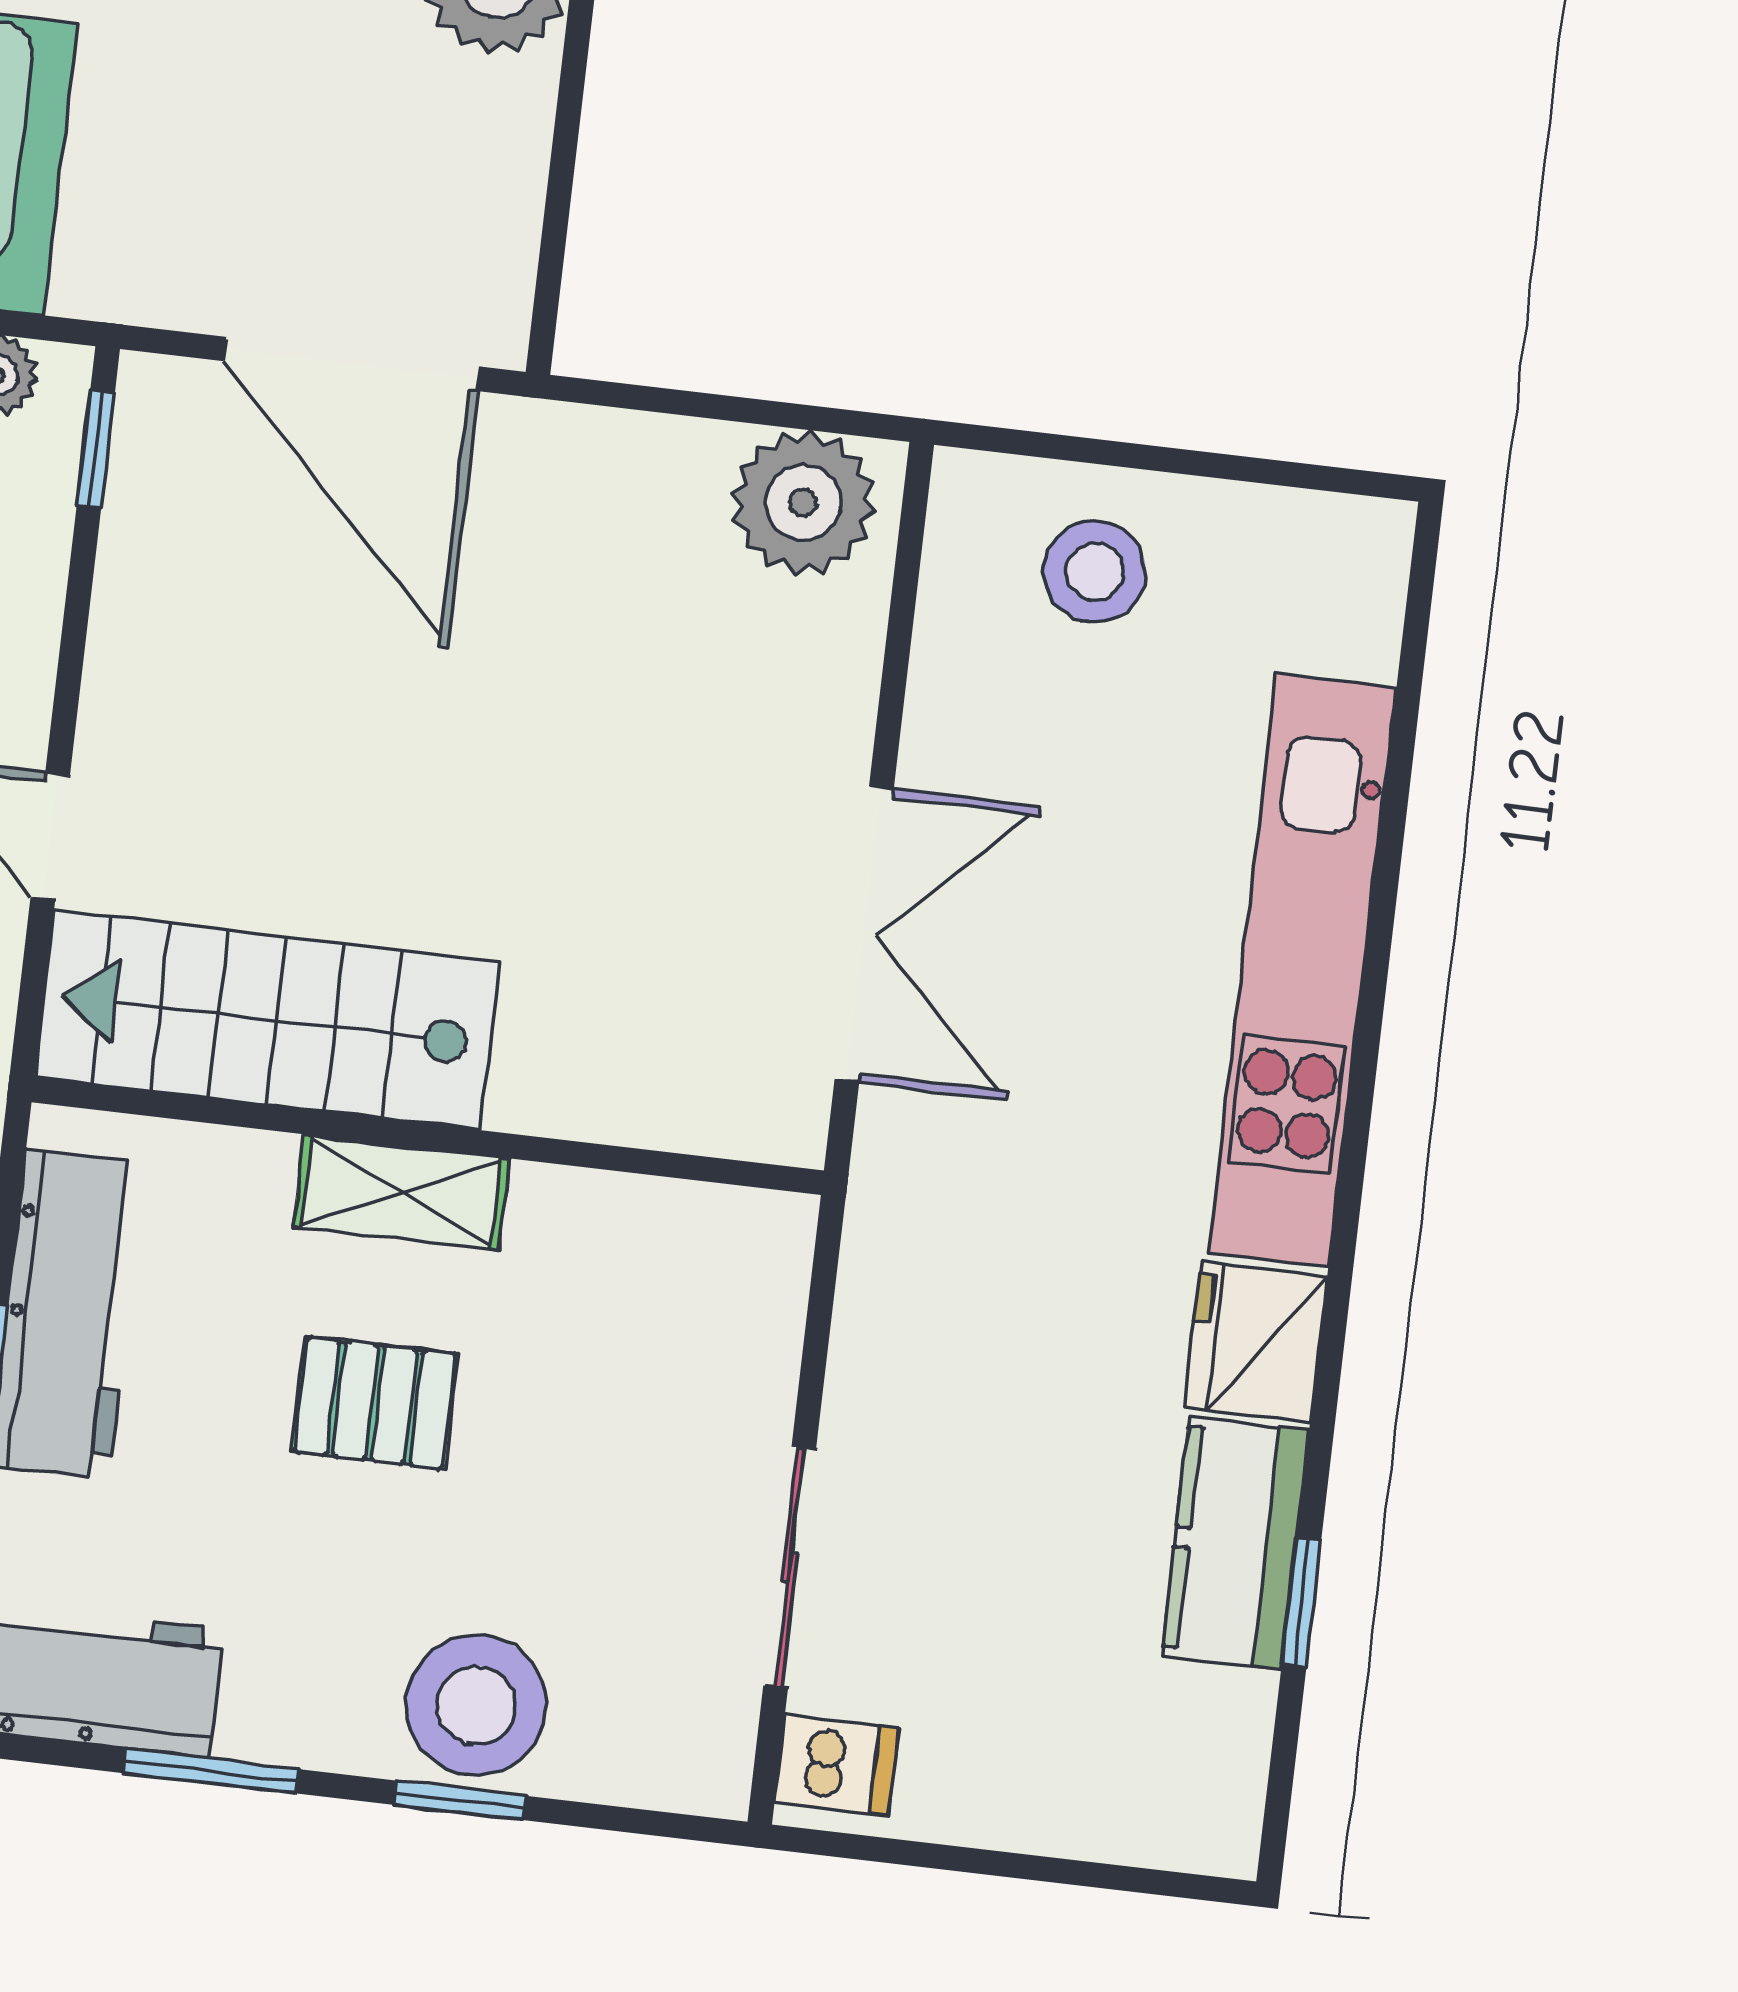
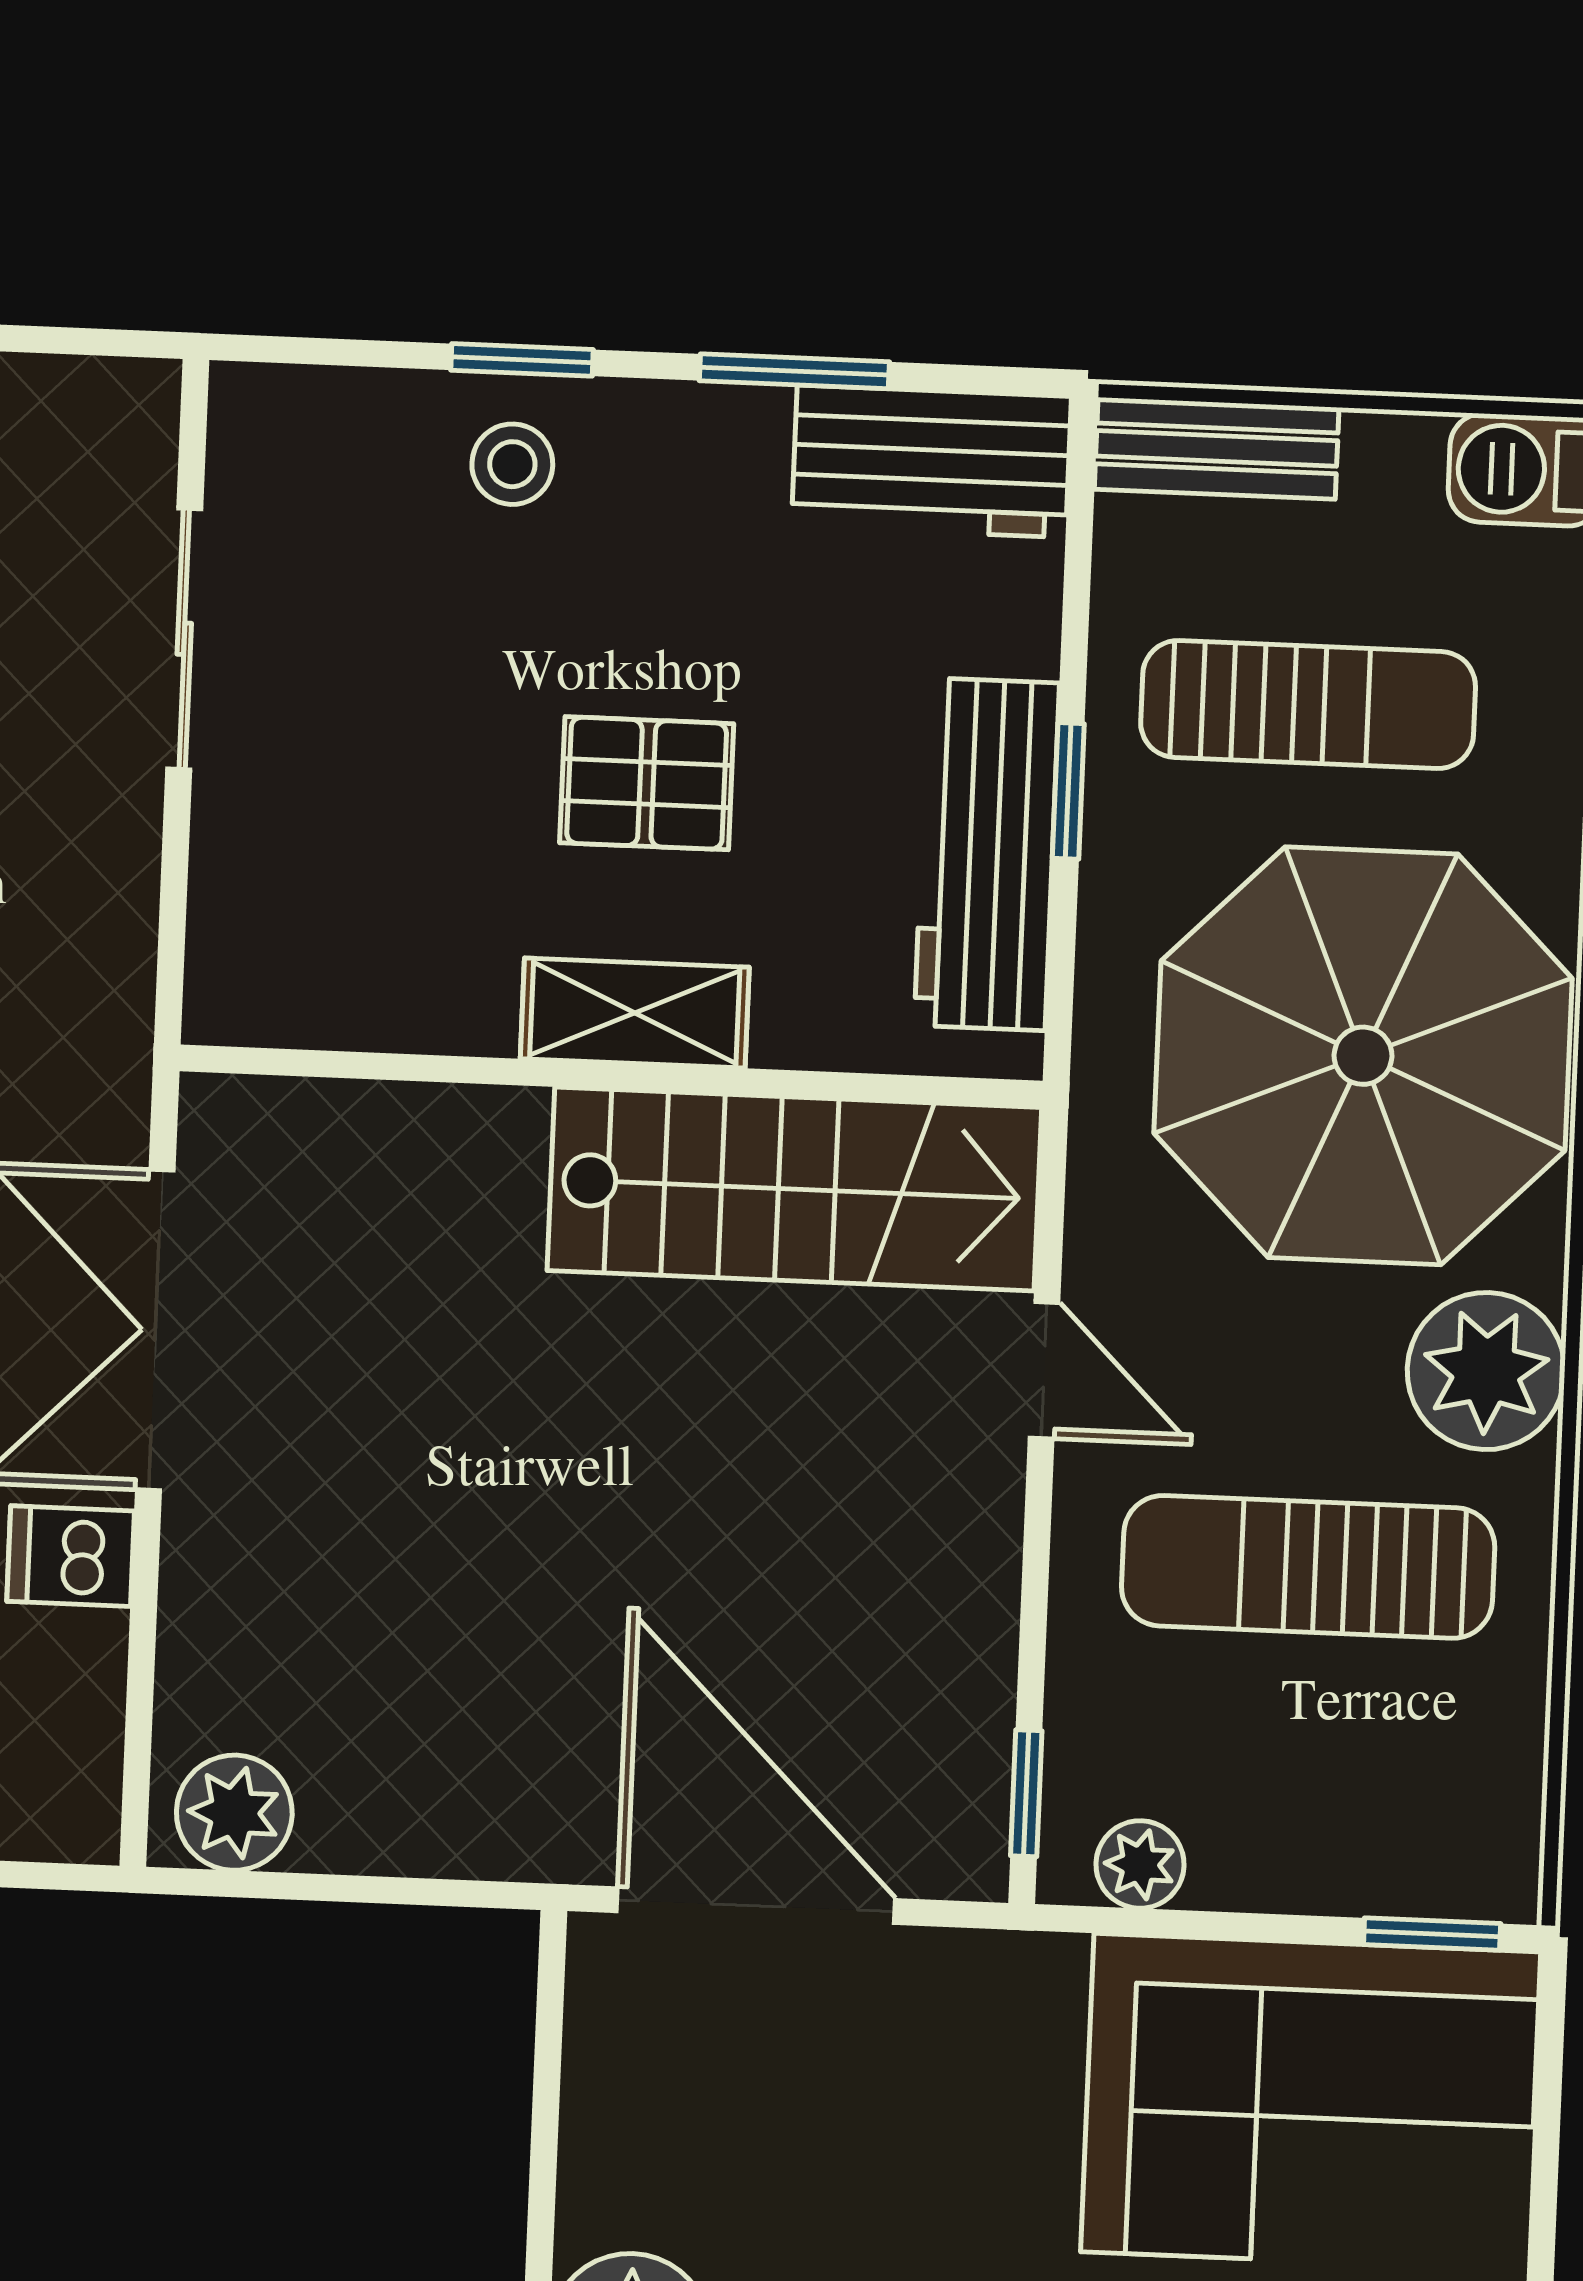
plant: (803, 502) -> (234, 1813), width x0.73, depth x0.73
stool: (476, 1705) -> (512, 464), width x0.53, depth x0.53
dishwasher: (836, 1765) -> (71, 1556), moved

